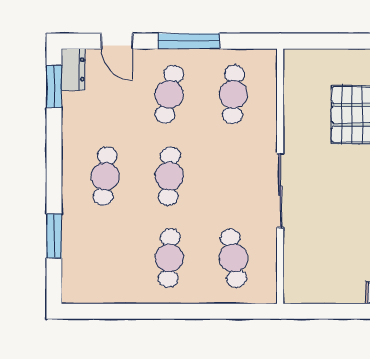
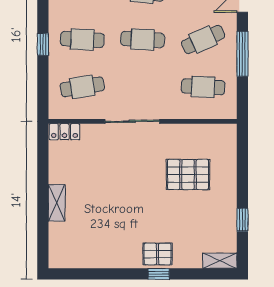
cafe table: (169, 94) -> (203, 39), turned -36
locker: (294, 282) -> (64, 132), added
window: (176, 311) -> (43, 44), added

